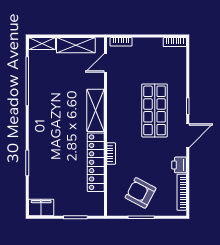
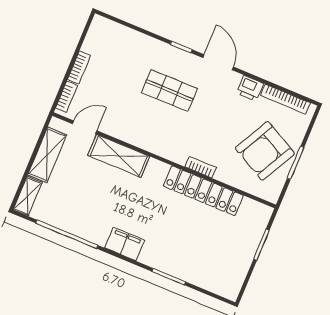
bookcase: (175, 42) -> (79, 68), moved
door: (105, 63) -> (85, 127), swing flipped
shelving: (95, 110) -> (119, 156), moved
shop shelf: (155, 110) -> (169, 91), width x0.70, depth x0.74
armchair: (141, 193) -> (265, 151), width x1.36, depth x1.36
filing cabinet: (41, 207) -> (125, 244), moved, turned 90

